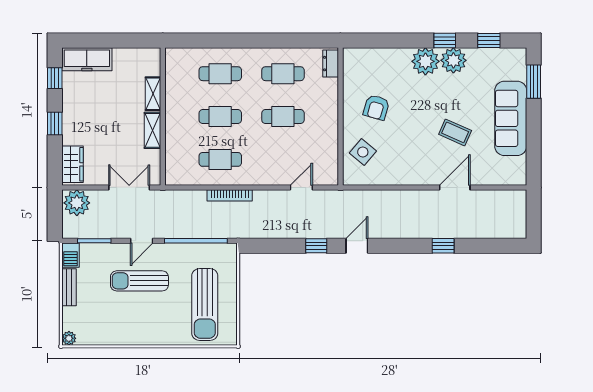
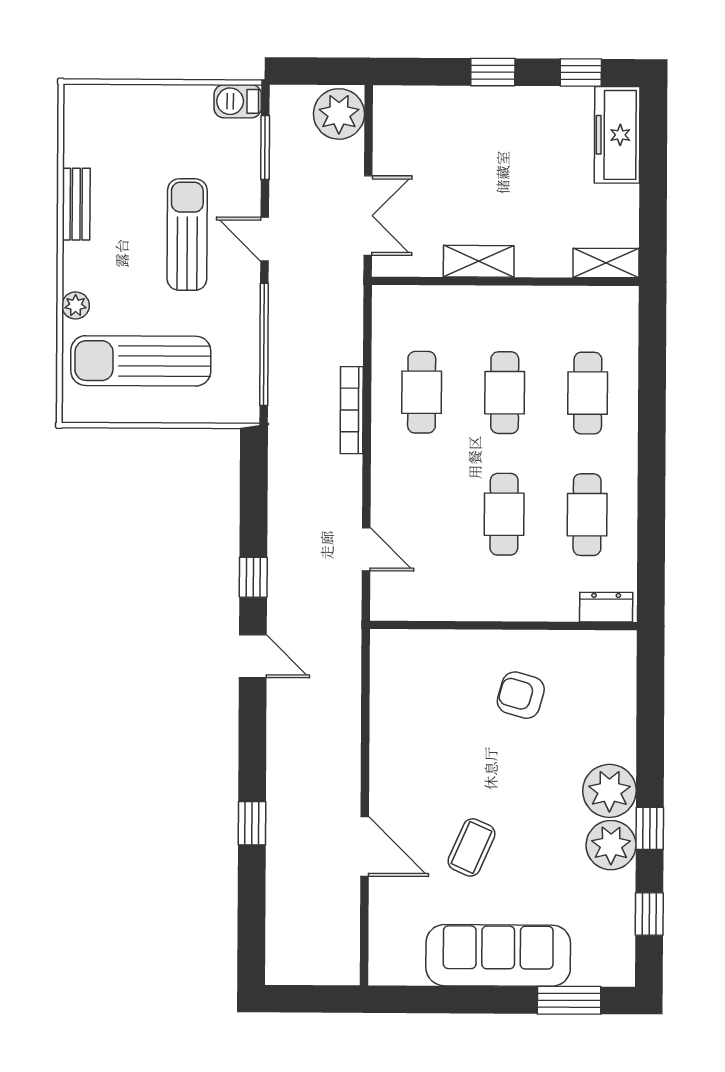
shelving: (153, 94) -> (606, 263), moved
side table: (363, 152) -> (434, 669), removed
wardrobe: (73, 164) -> (414, 106), removed
bench: (69, 287) -> (76, 204), moved, turned 90
plant: (69, 338) -> (76, 305), moved

